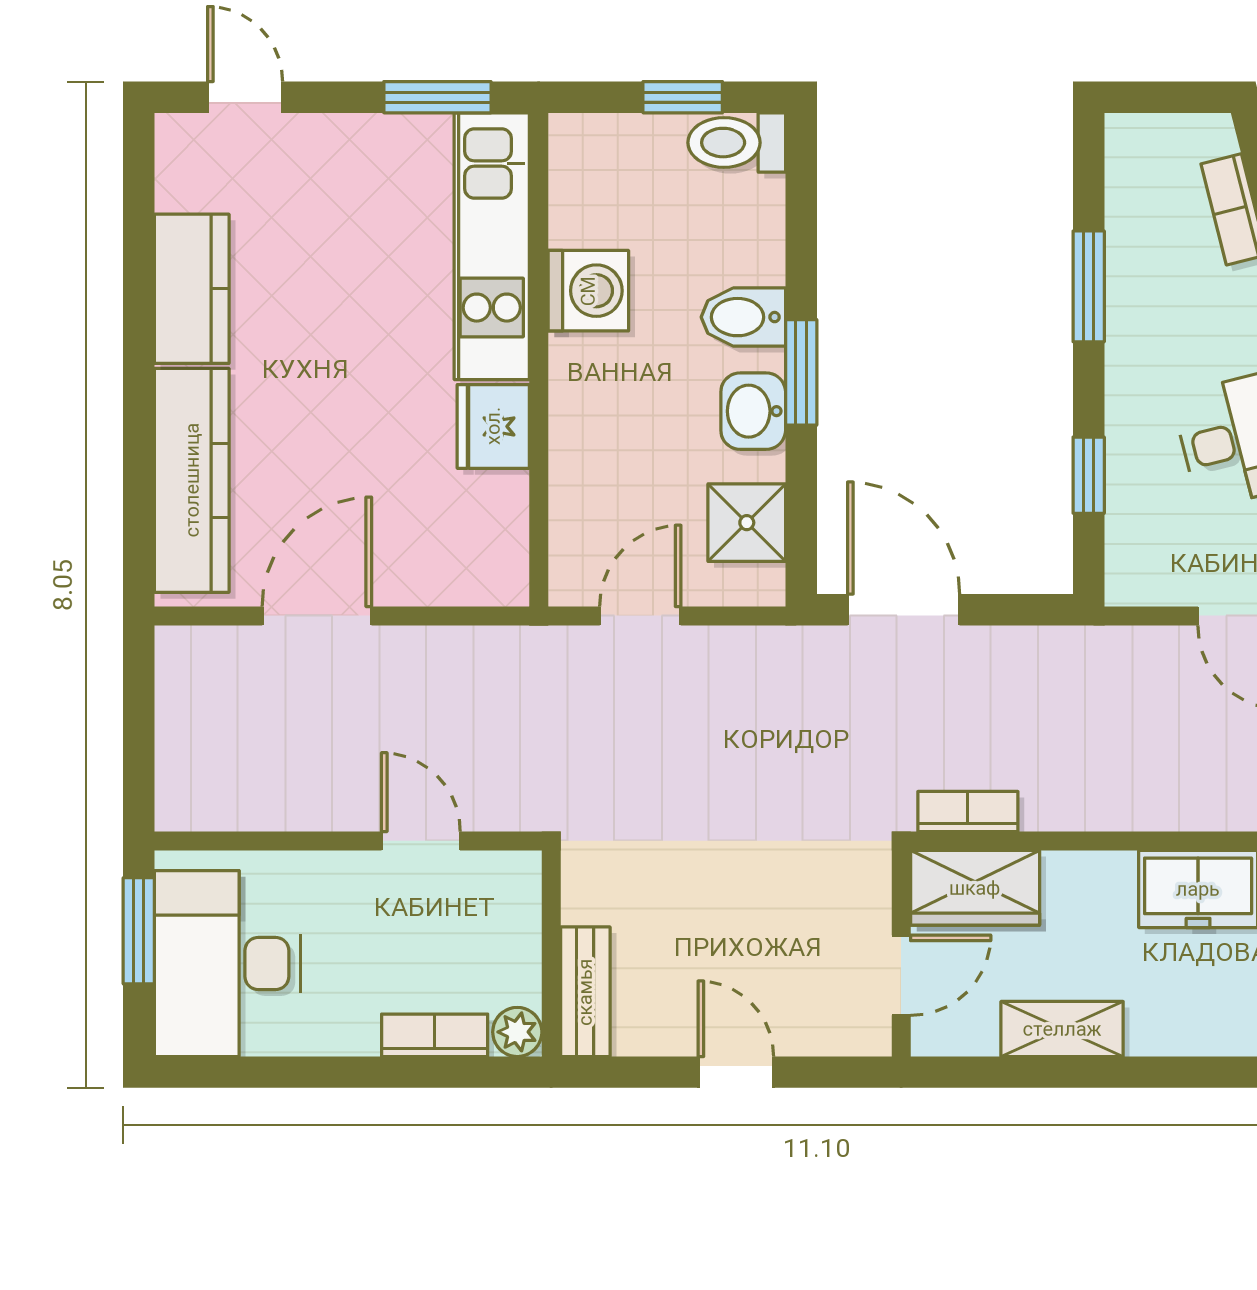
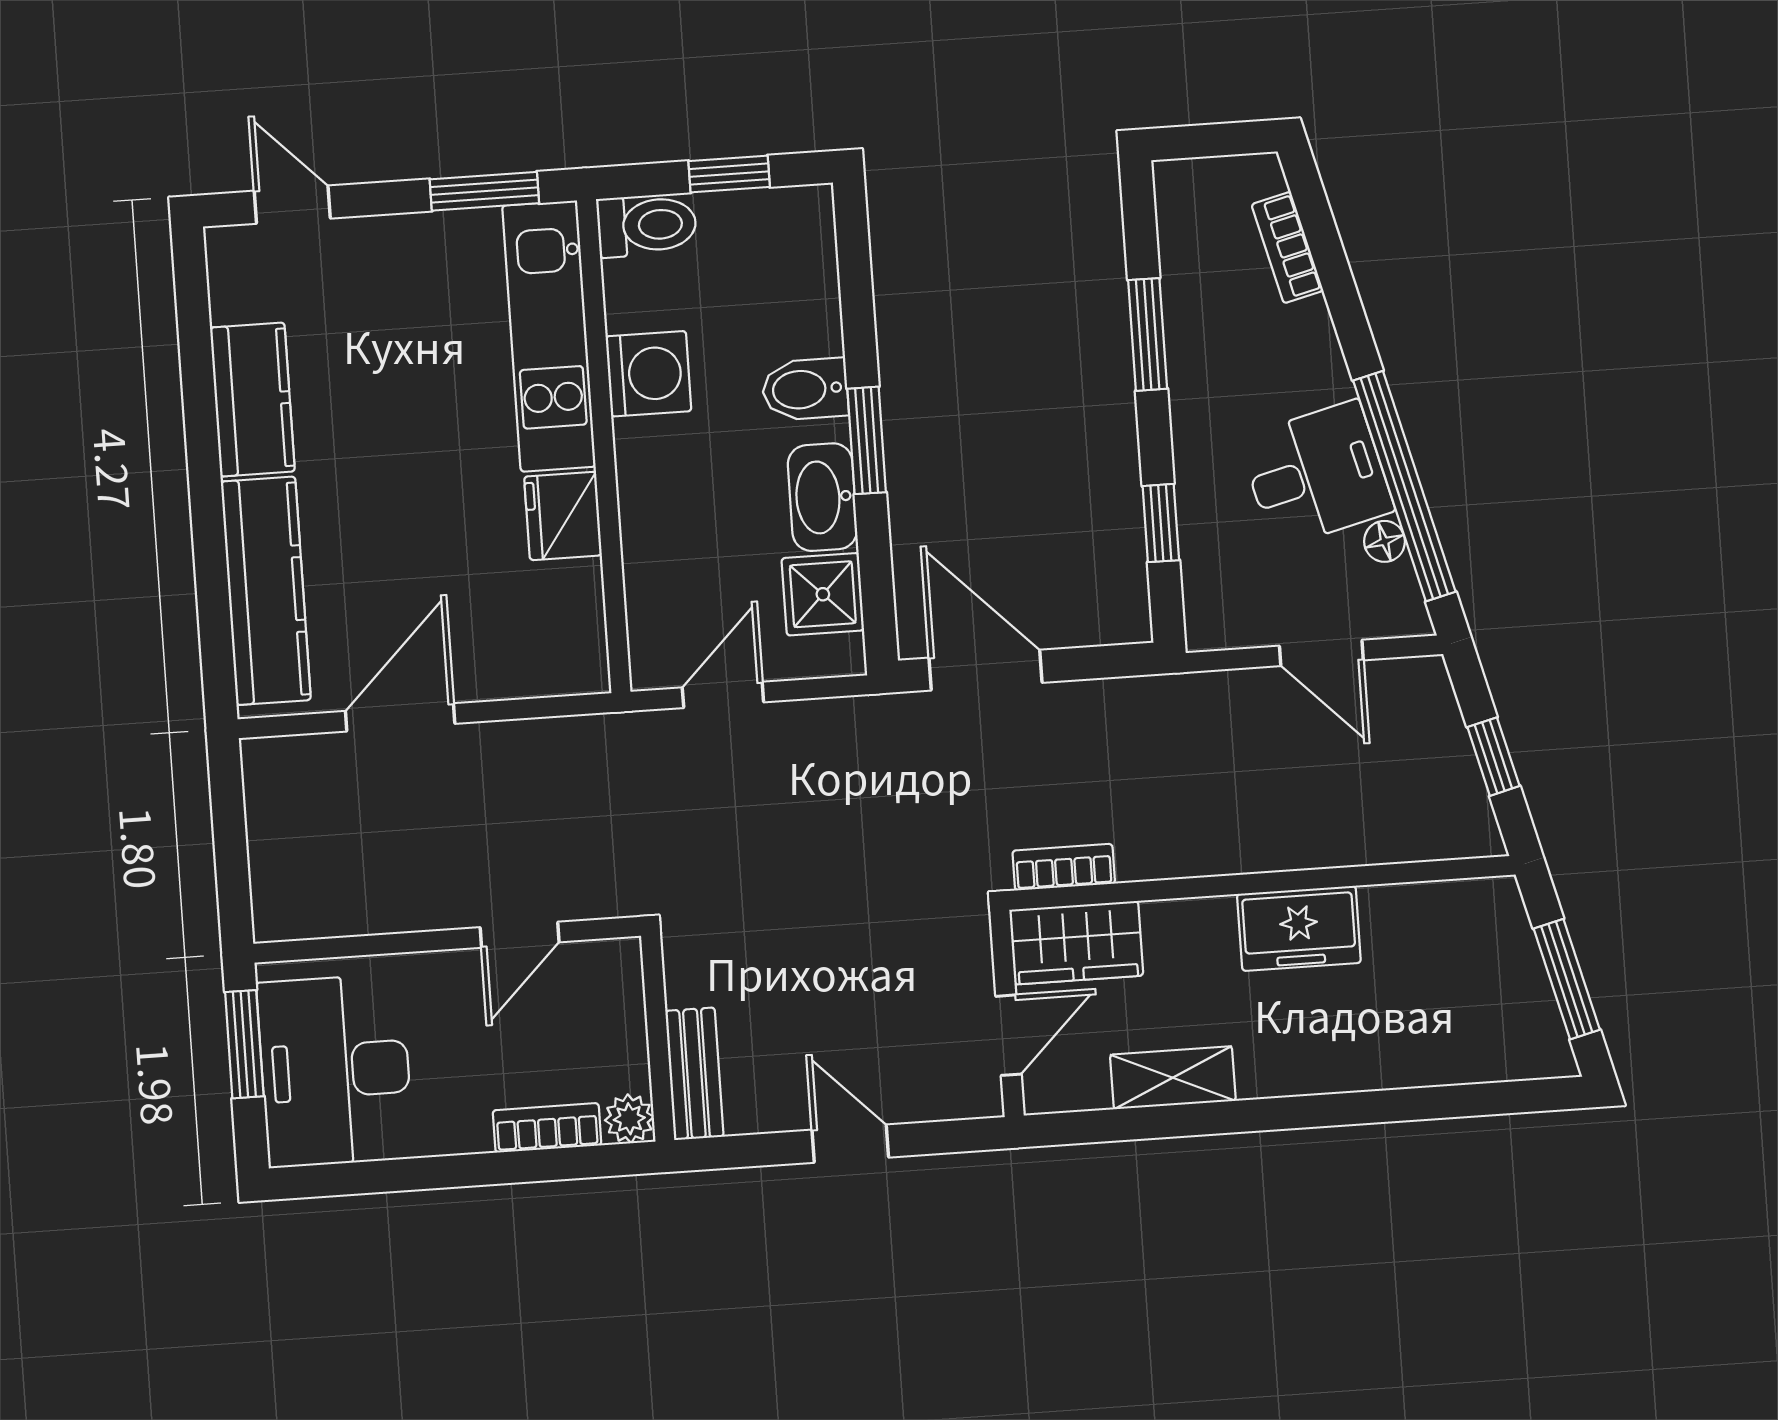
toilet: (737, 143) -> (647, 225), moved, turned 180
washbasin: (753, 411) -> (822, 497), width x1.38
door: (421, 841) -> (520, 935), swing flipped

